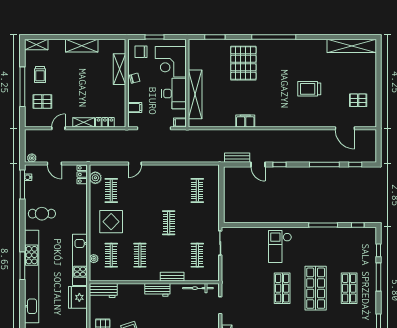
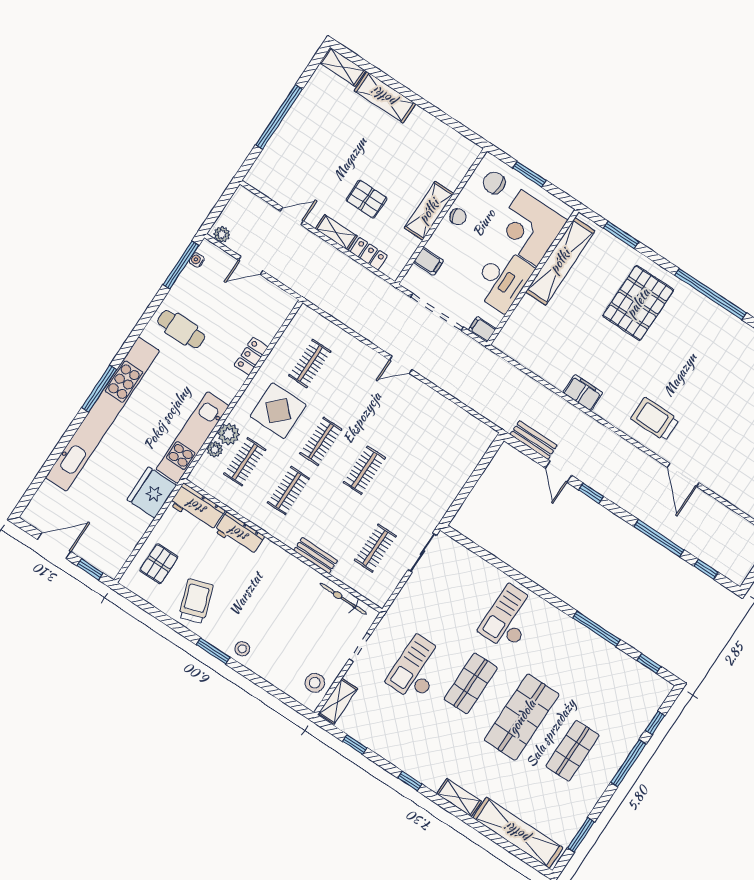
shelving: (82, 46) -> (385, 97), moved
shelving: (120, 69) -> (429, 211), moved
trolley: (40, 75) -> (318, 116), removed
trolley: (309, 89) -> (655, 419), moved
shelving: (195, 94) -> (560, 261), moved
pallet: (42, 102) -> (367, 199), moved
door: (345, 128) -> (683, 475), moved
door: (54, 163) -> (251, 265), hinge flipped
door: (135, 163) -> (401, 365), moved
locker: (82, 175) -> (251, 356), moved
plant: (95, 178) -> (229, 434), moved
clothes rail: (197, 190) -> (321, 441), moved
workbench: (157, 290) -> (239, 534), moved
checkout: (253, 298) -> (417, 669), added

